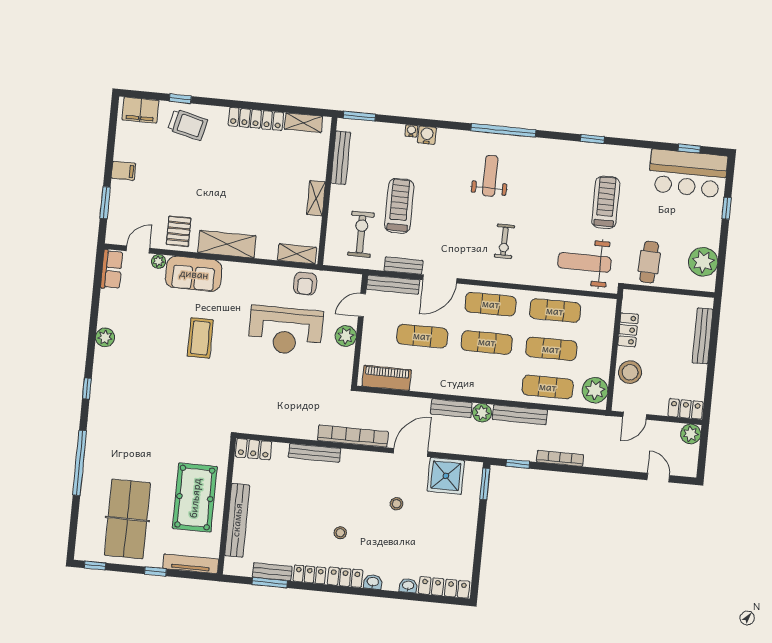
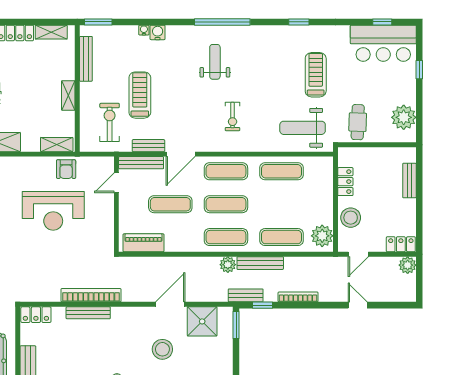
plant: (346, 336) -> (105, 210), removed
bench: (703, 336) -> (409, 181), width x0.73
exercise mat: (551, 349) -> (226, 237), moved
bench: (451, 408) -> (246, 295), moved
bookcase: (353, 436) -> (91, 295), moved
door: (658, 478) -> (358, 305), moved
stool: (397, 504) -> (162, 349), width x1.89, depth x1.89

